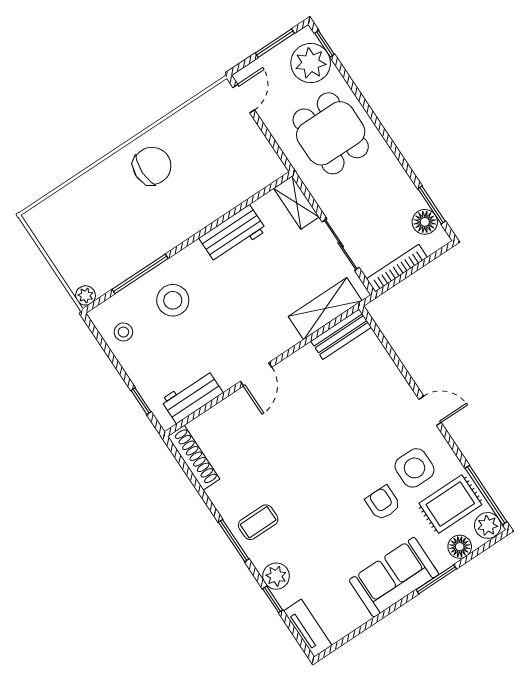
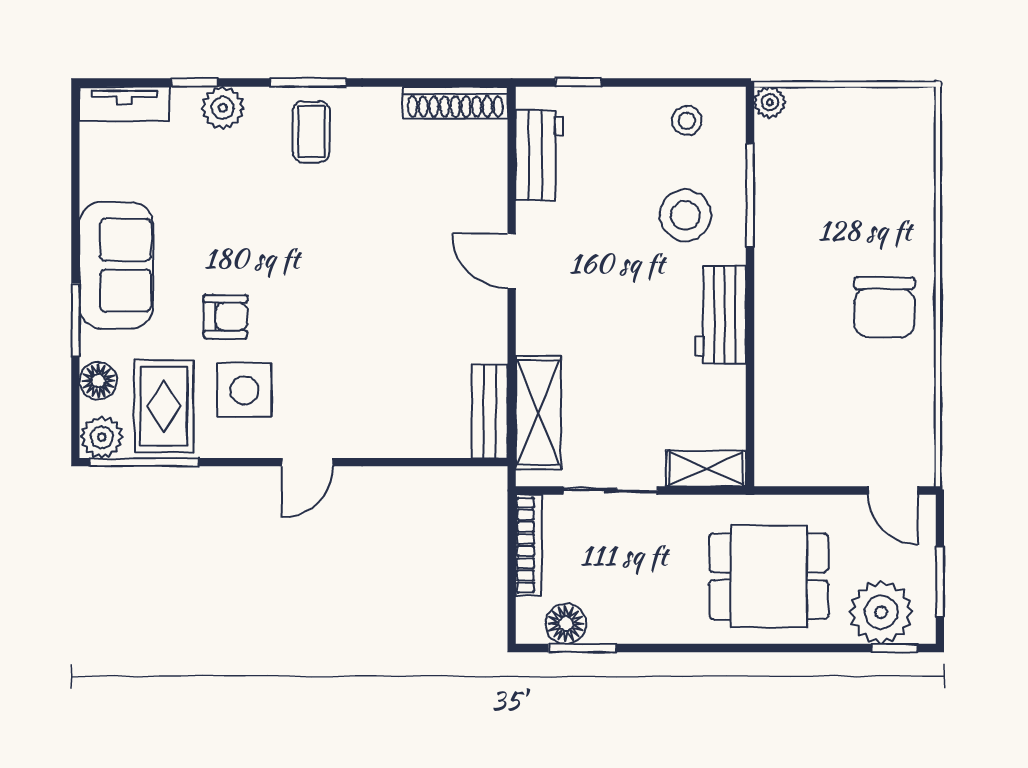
workbench: (233, 234) -> (721, 315), moved

